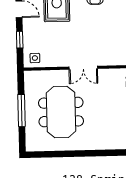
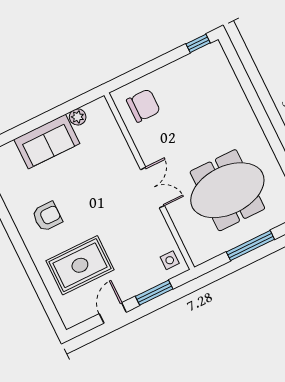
window: (20, 40) -> (154, 293), width x1.50

